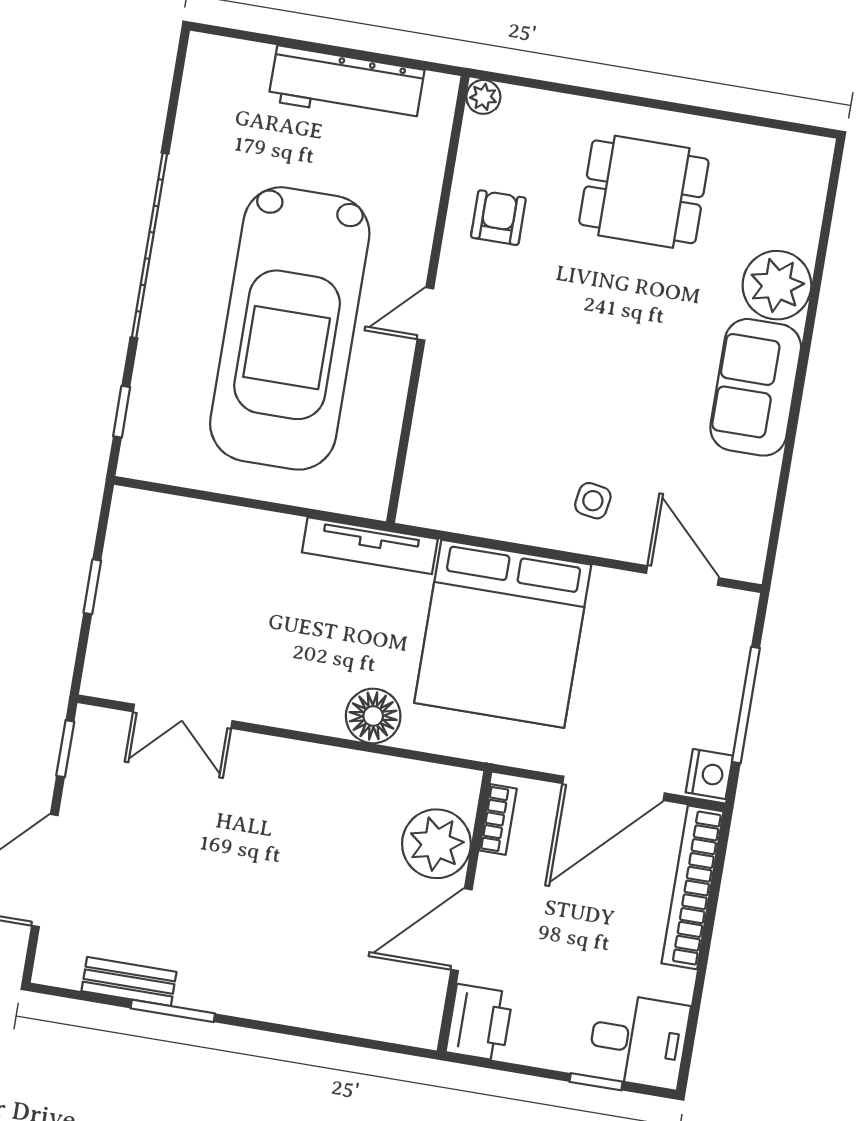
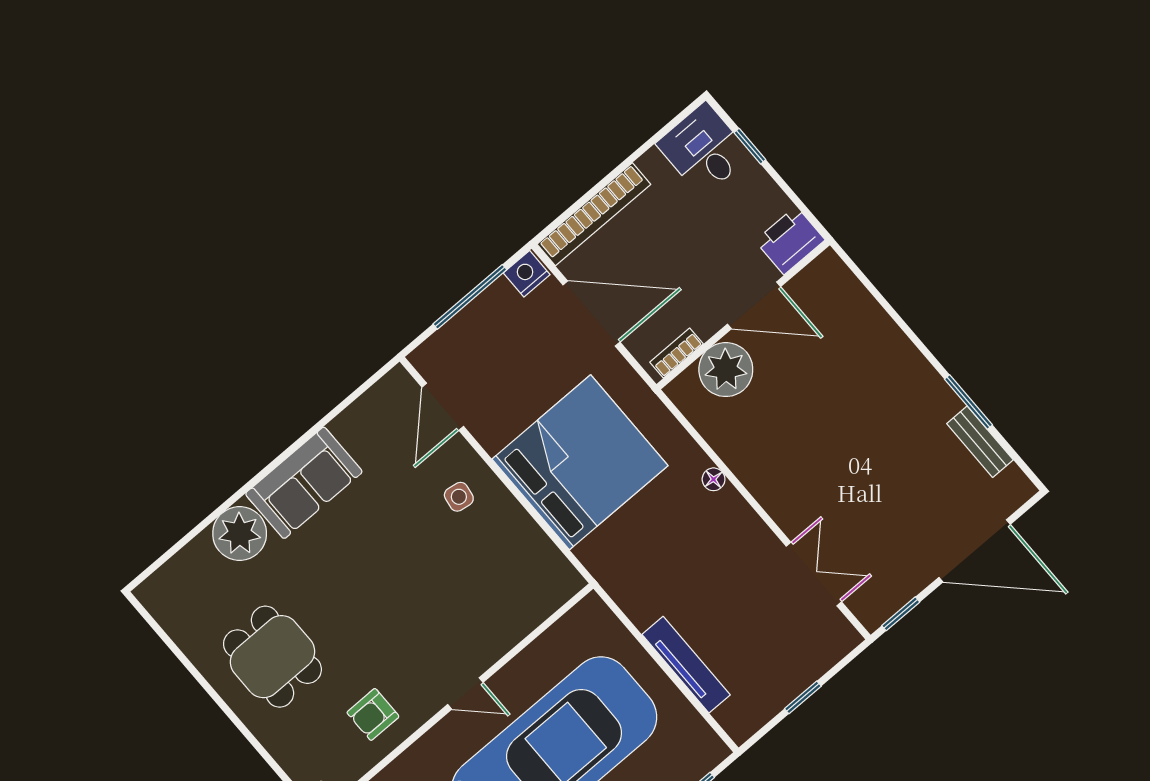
tv unit: (370, 546) -> (686, 665), moved
floor lamp: (373, 716) -> (714, 479), width x0.53, depth x0.53

